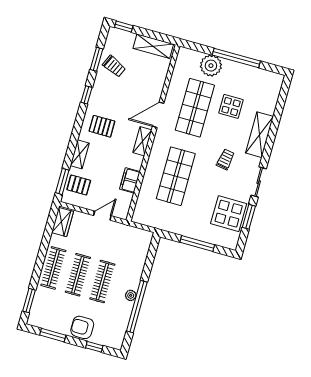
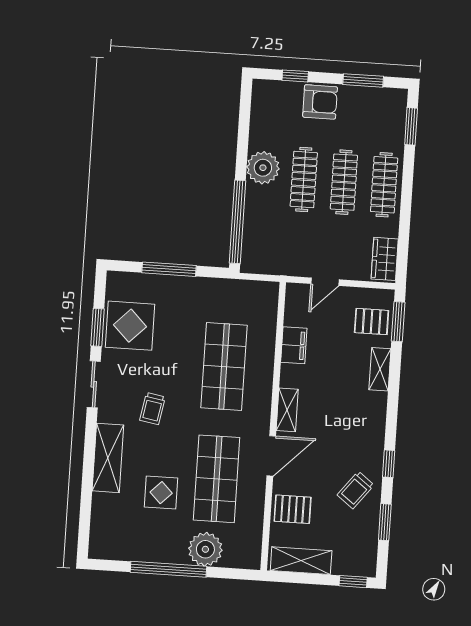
trolley: (114, 66) -> (356, 490), moved, turned -76
pallet: (102, 126) -> (293, 509), moved
plant: (131, 295) -> (263, 168), width x1.88, depth x1.88
window: (137, 307) -> (237, 222), moved

